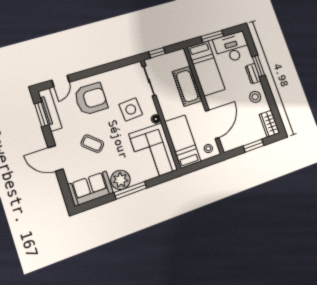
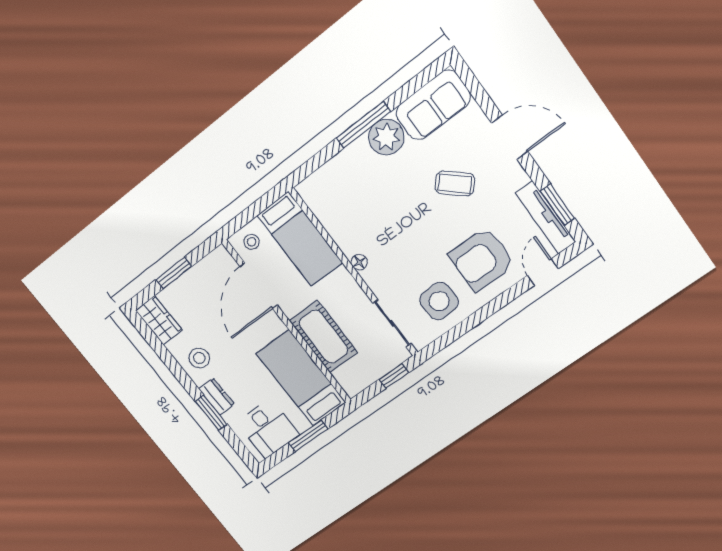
desk: (232, 47) -> (268, 429), width x0.73
side table: (131, 109) -> (439, 301), moved
corner sofa: (153, 152) -> (345, 204), removed

